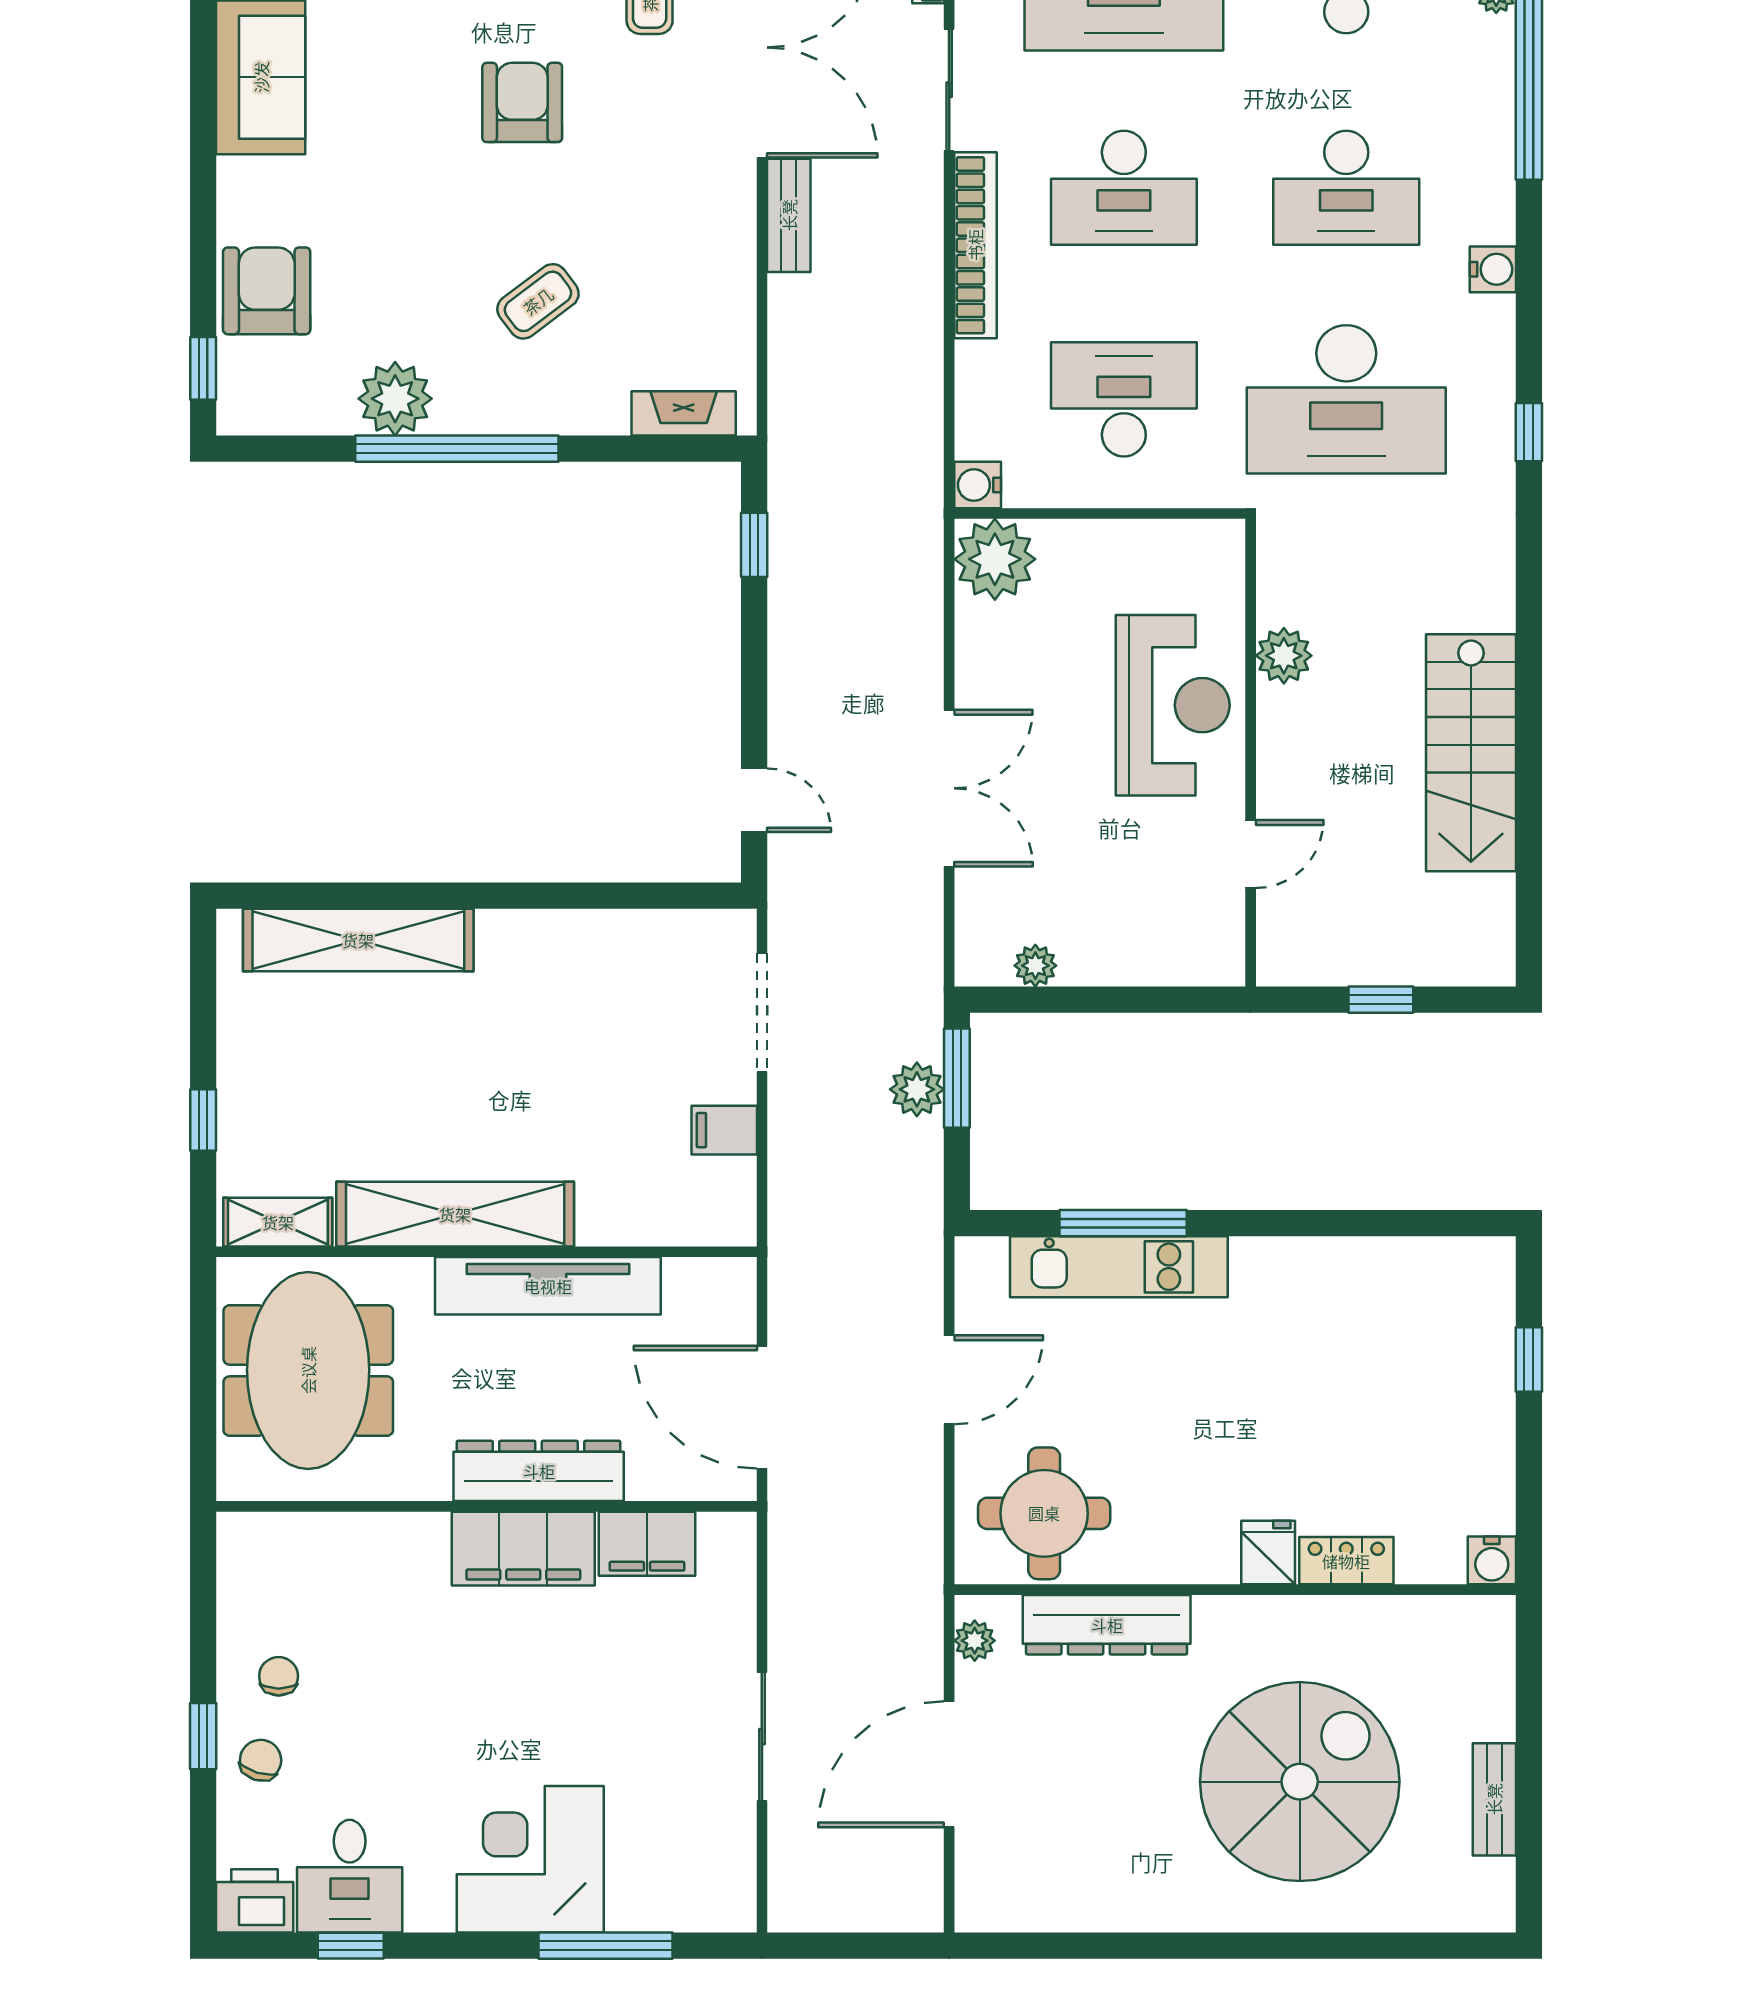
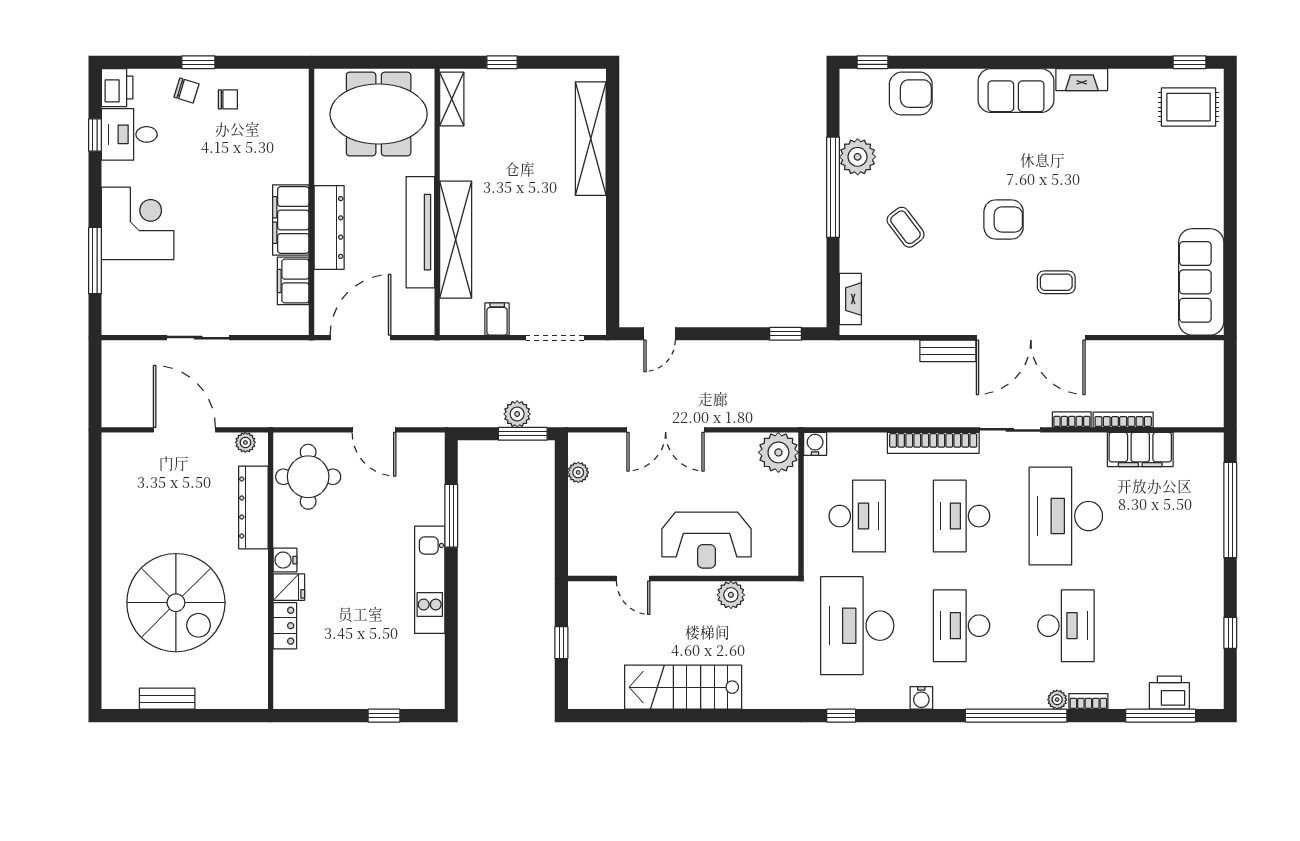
shelving: (455, 1214) -> (456, 240), moved
kitchen unit: (1119, 1267) -> (430, 580), moved
water cooler: (1492, 1560) -> (285, 560), moved

